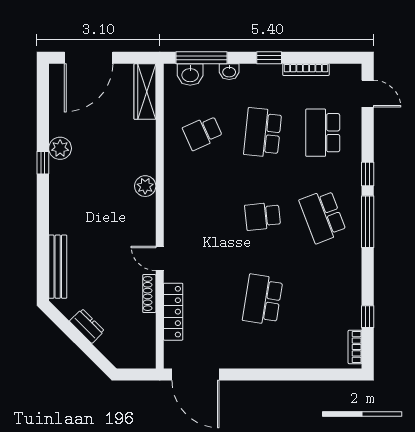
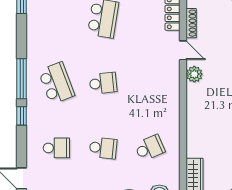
school desk: (263, 133) -> (103, 148), width x0.54
school desk: (323, 133) -> (56, 148), width x0.54
plant: (145, 186) -> (194, 74), moved

